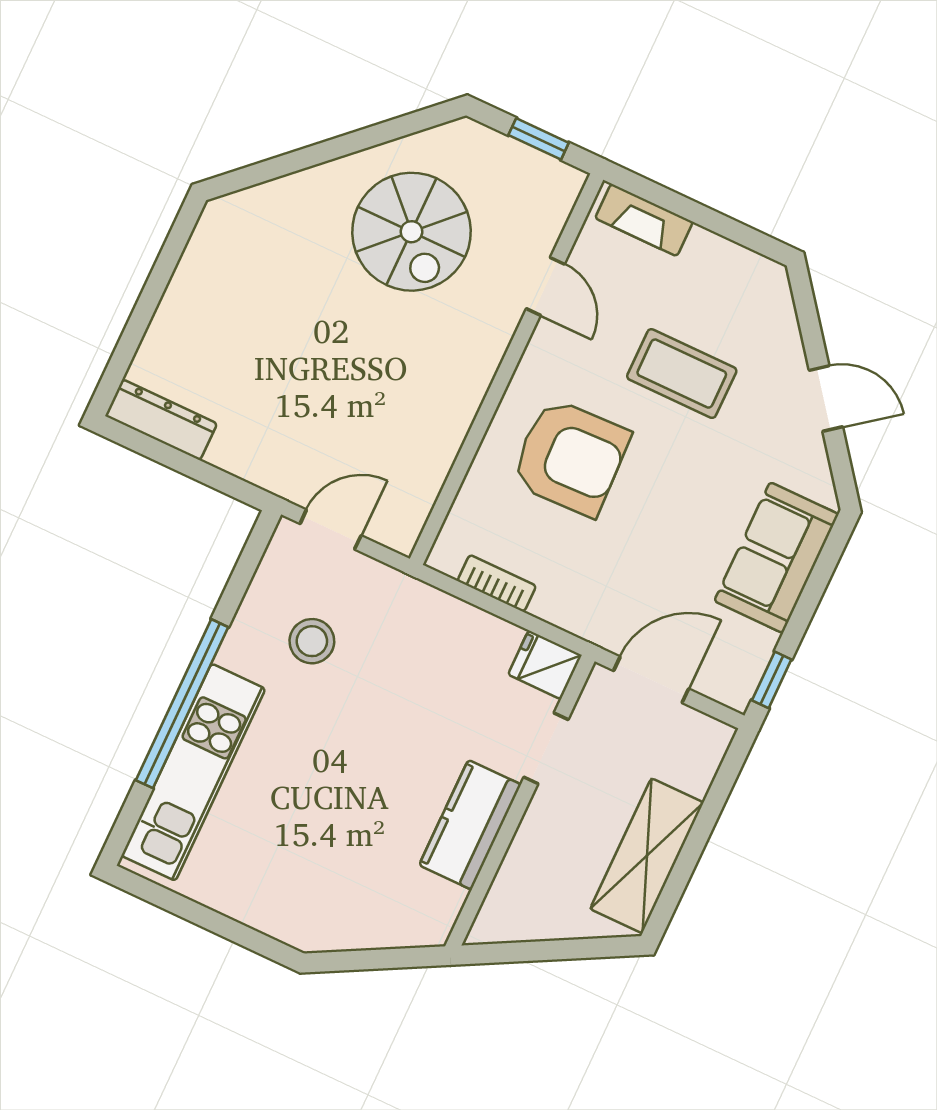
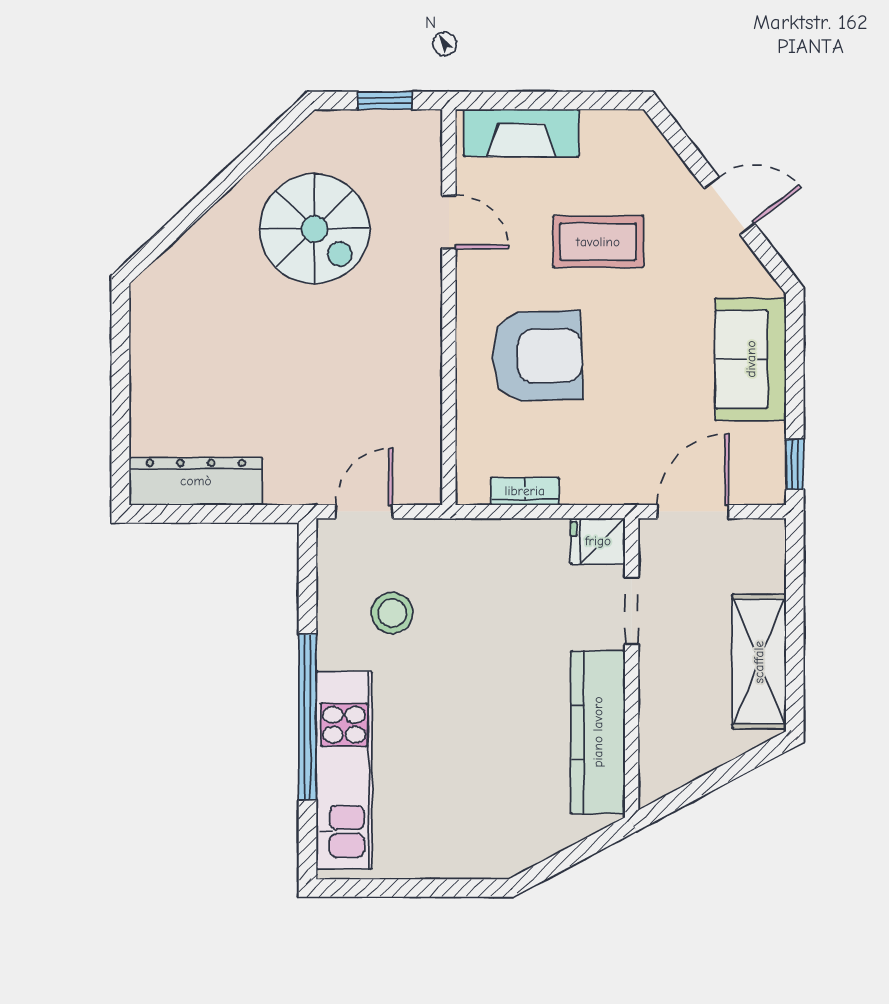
fireplace: (644, 220) -> (521, 133), width x1.37, depth x1.32
dresser: (161, 420) -> (196, 481), width x1.37, depth x1.24
kitchen counter: (470, 825) -> (598, 732), width x1.50

